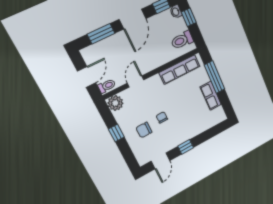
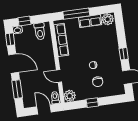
plant: (218, 115) -> (108, 19), added

